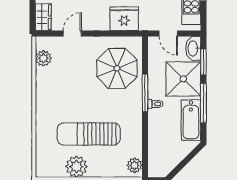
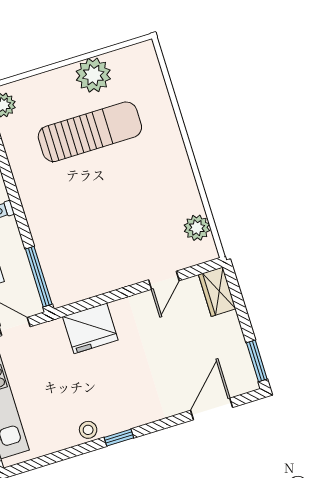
parasol: (117, 68) -> (78, 248), removed
window: (145, 93) -> (39, 277), moved

